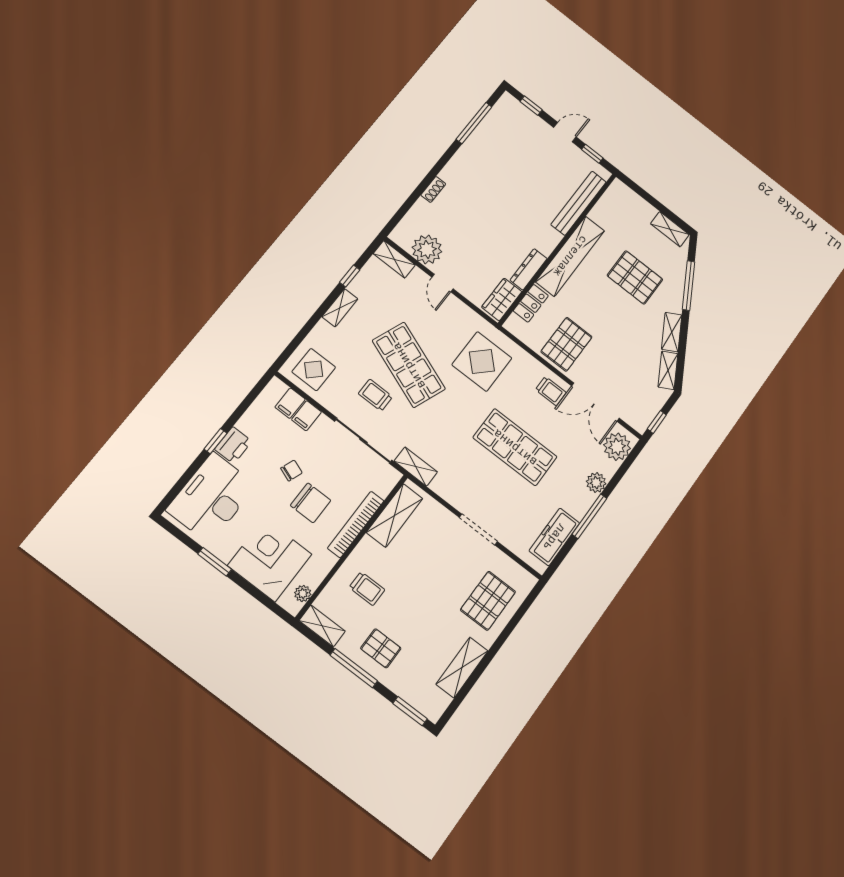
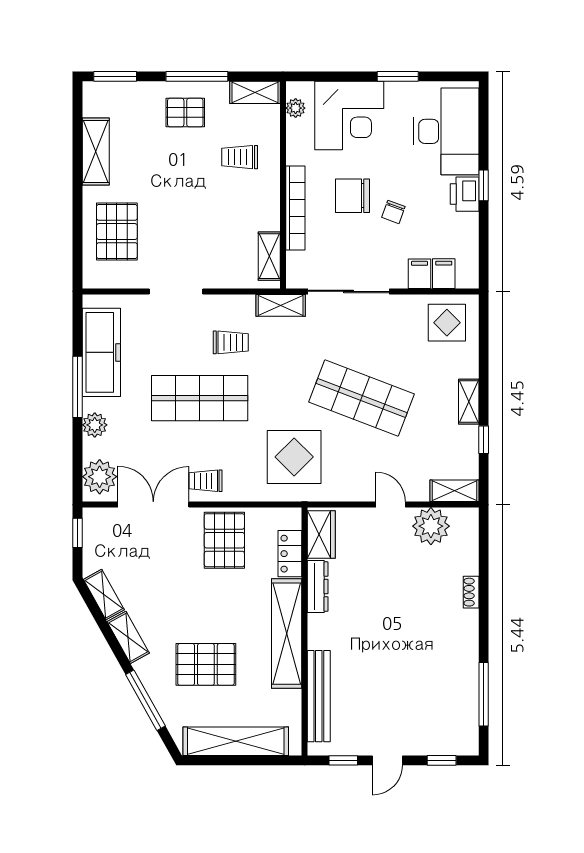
shelving: (670, 229) -> (236, 741), width x2.20, depth x1.33
trolley: (375, 395) -> (231, 342), moved
shelving: (395, 515) -> (269, 256), width x0.67, depth x0.75
freezer: (554, 537) -> (101, 352), width x1.36, depth x1.26

